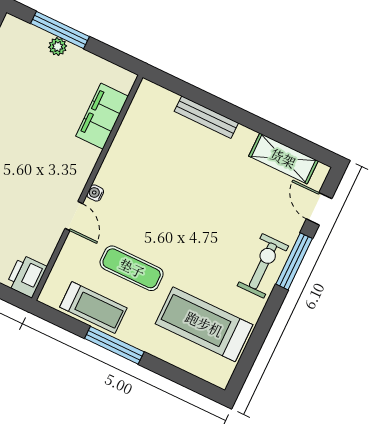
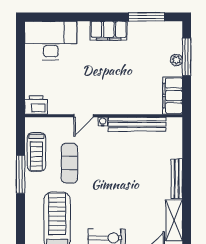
filing cabinet: (102, 116) -> (173, 96), moved, turned -90
bench: (206, 117) -> (177, 179), moved
bench: (122, 146) -> (137, 124), added

